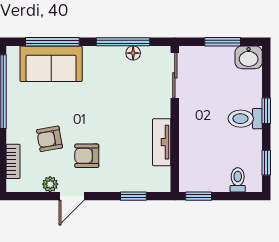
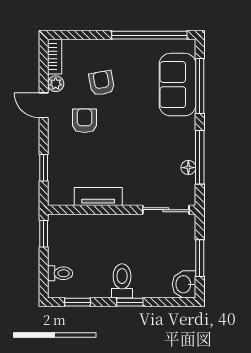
bookcase: (13, 161) -> (55, 57), moved, turned -90

